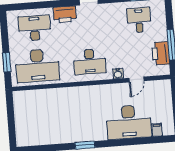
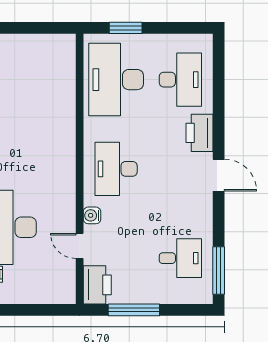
printer: (160, 53) -> (97, 285), moved, turned 90

